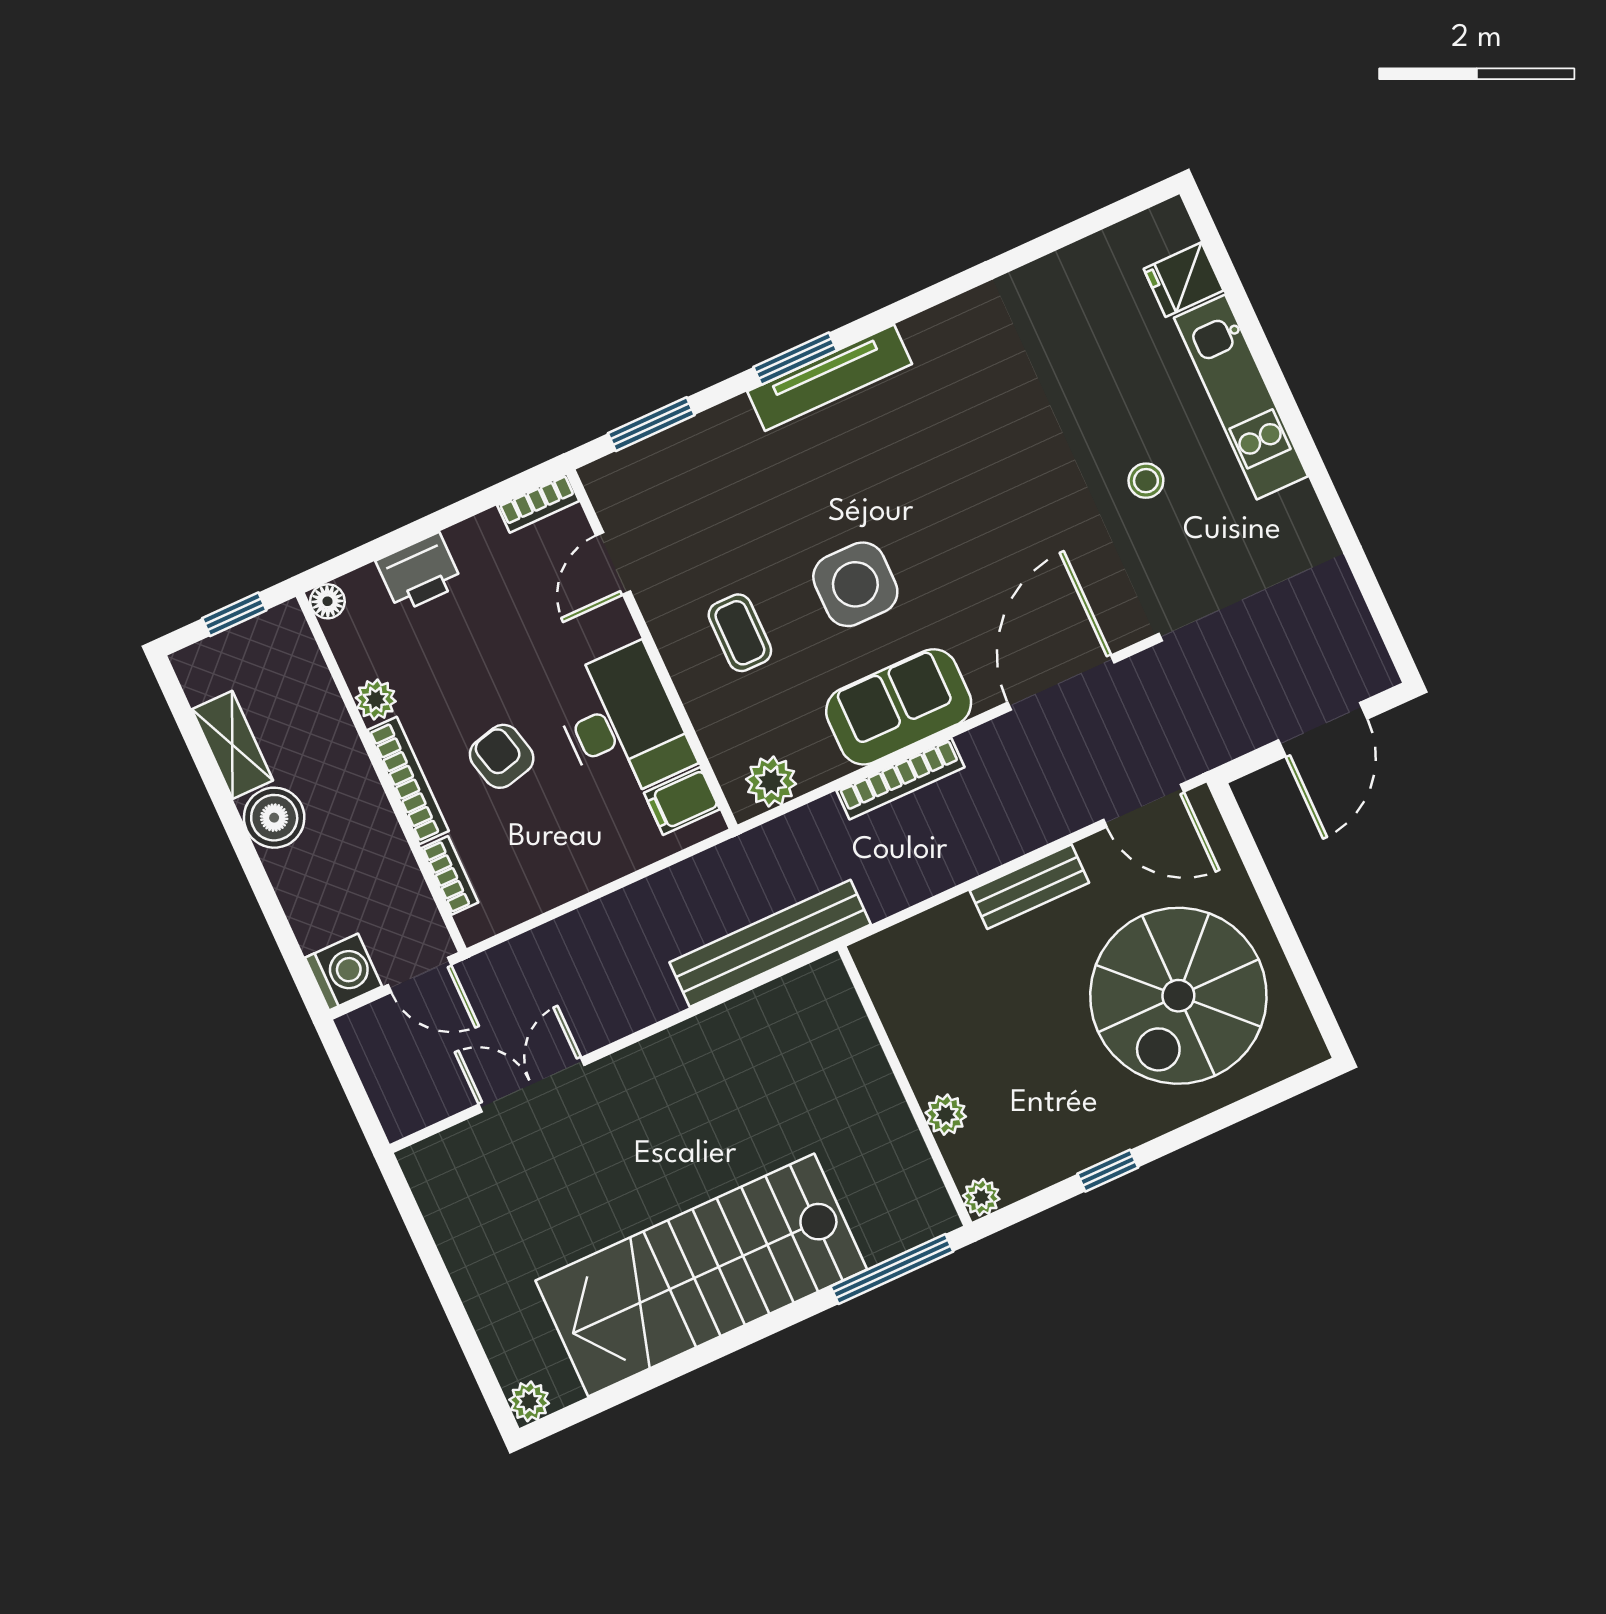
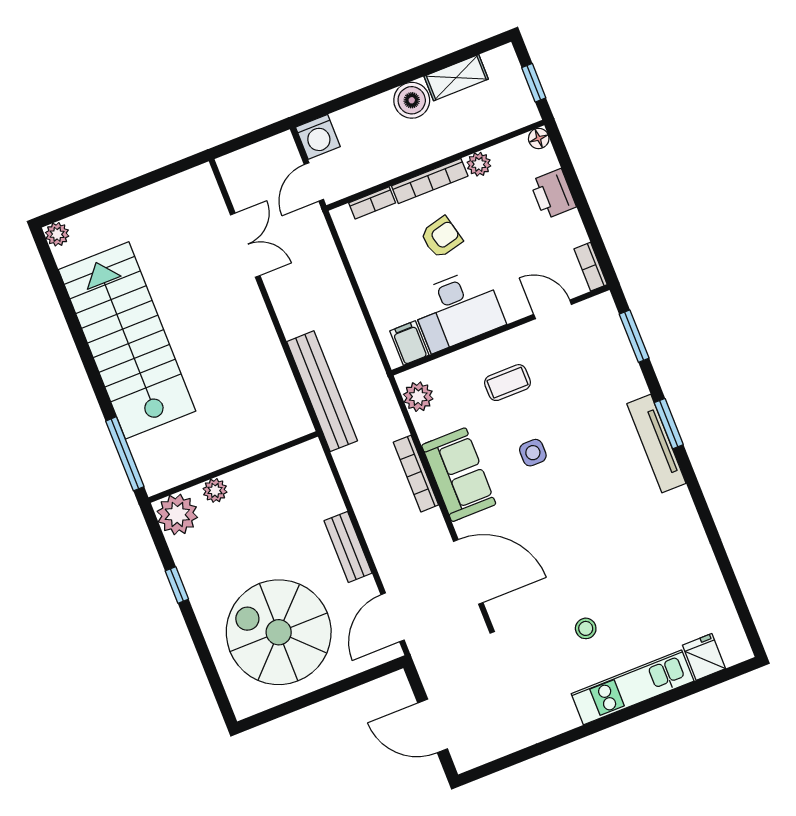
side table: (855, 584) -> (533, 453), width x0.54, depth x0.54
plant: (981, 1197) -> (177, 514), width x1.88, depth x1.88

